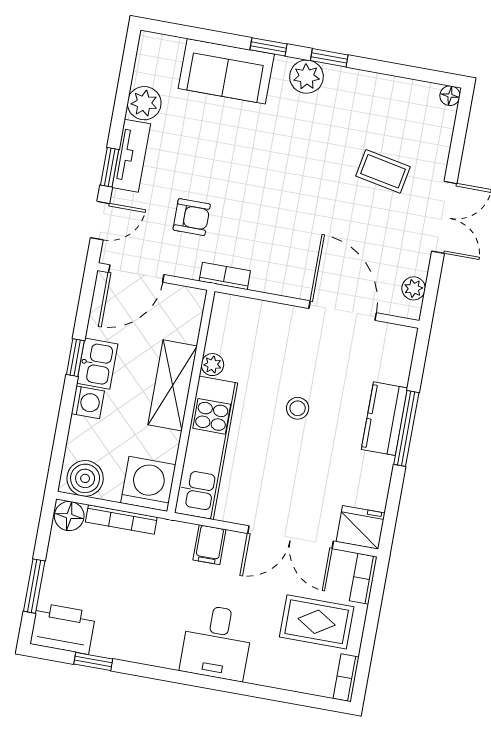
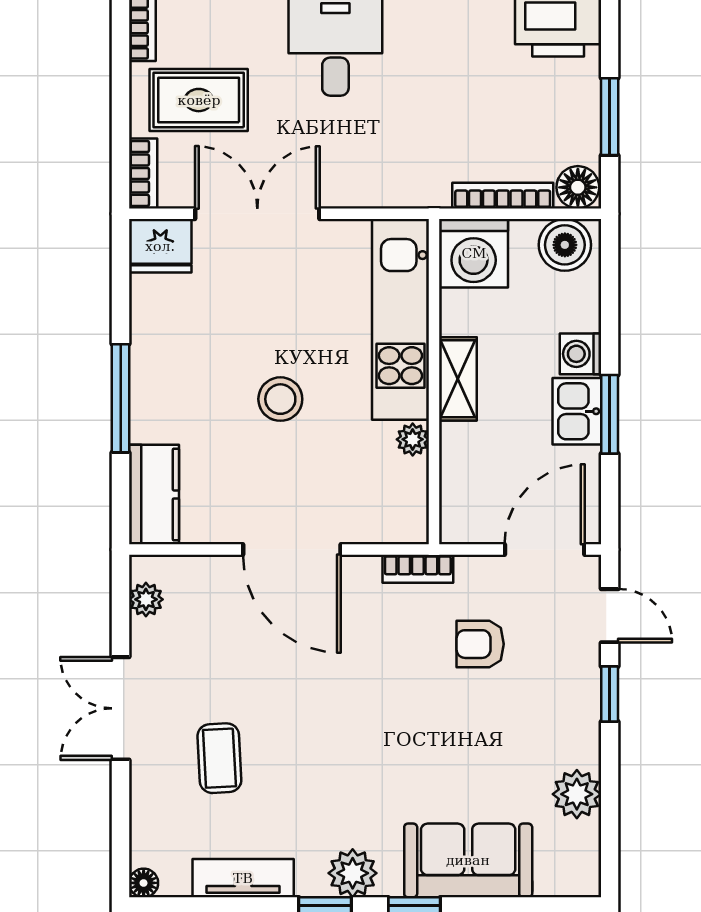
tv unit: (131, 156) -> (243, 878), moved, turned 90
coffee table: (383, 171) -> (219, 758), turned 76
door: (100, 221) -> (610, 616), swing flipped
door: (343, 311) -> (292, 550), moved
window: (75, 358) -> (610, 414), width x1.50
shelving: (173, 385) -> (458, 379), width x0.67, depth x0.75
stool: (298, 408) -> (280, 399), width x1.37, depth x1.37
kitchen counter: (384, 419) -> (154, 494), moved
filing cabinet: (209, 545) -> (371, 182), removed
window: (34, 586) -> (610, 117), moved

